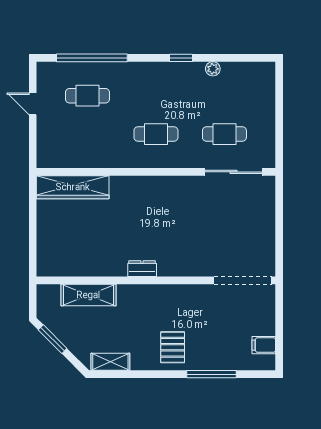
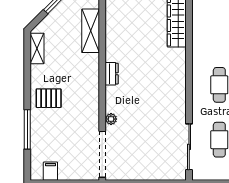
plant: (199, 269) -> (111, 119), added

